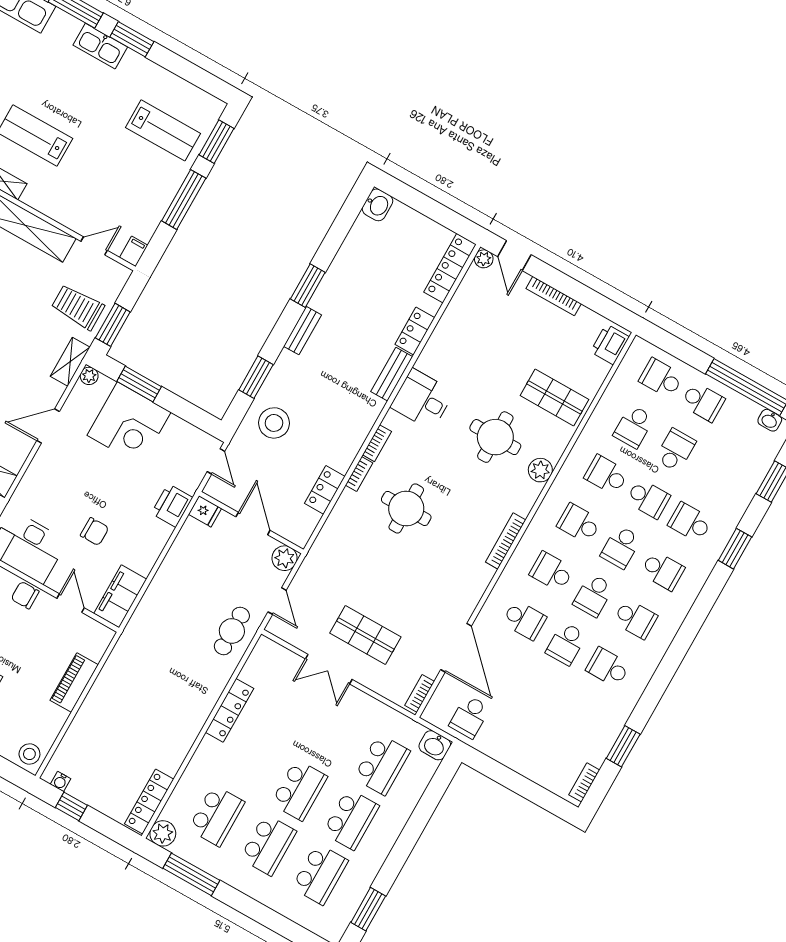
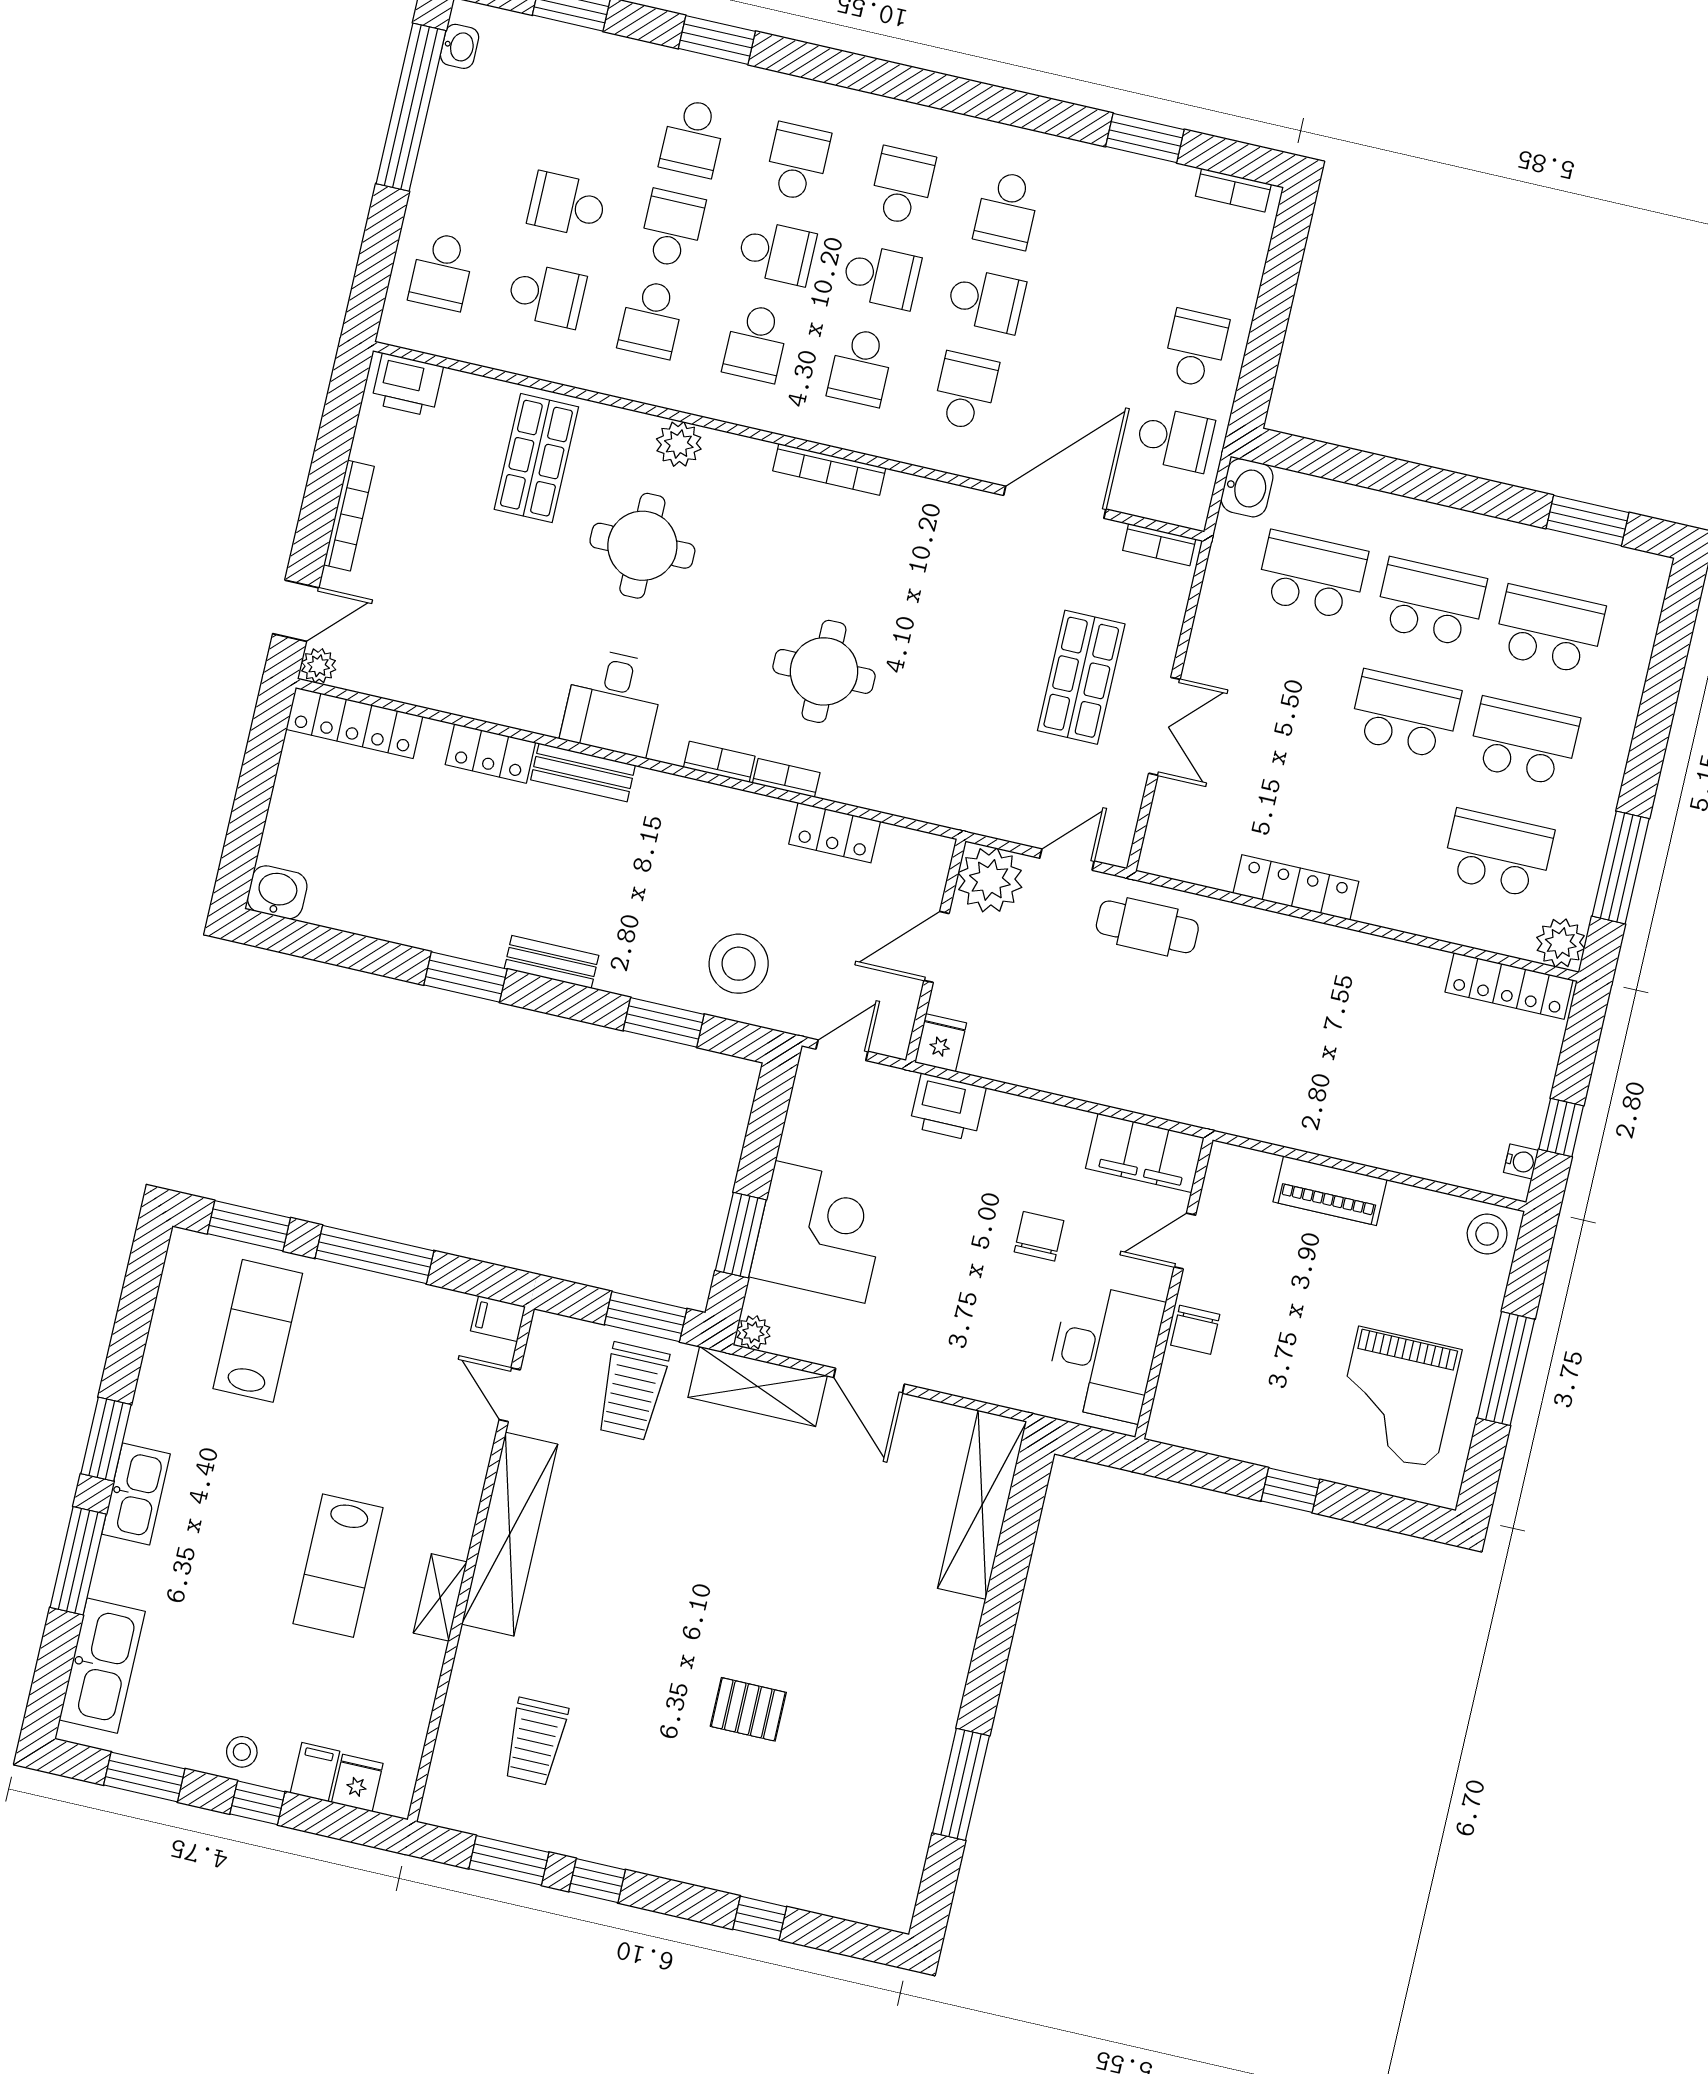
shelving: (70, 362) -> (758, 1386), width x1.50, depth x1.33
school desk: (703, 402) -> (1196, 349), moved
plant: (285, 558) -> (990, 880), width x1.36, depth x1.36

